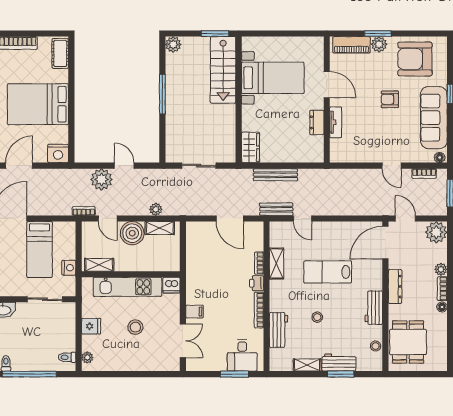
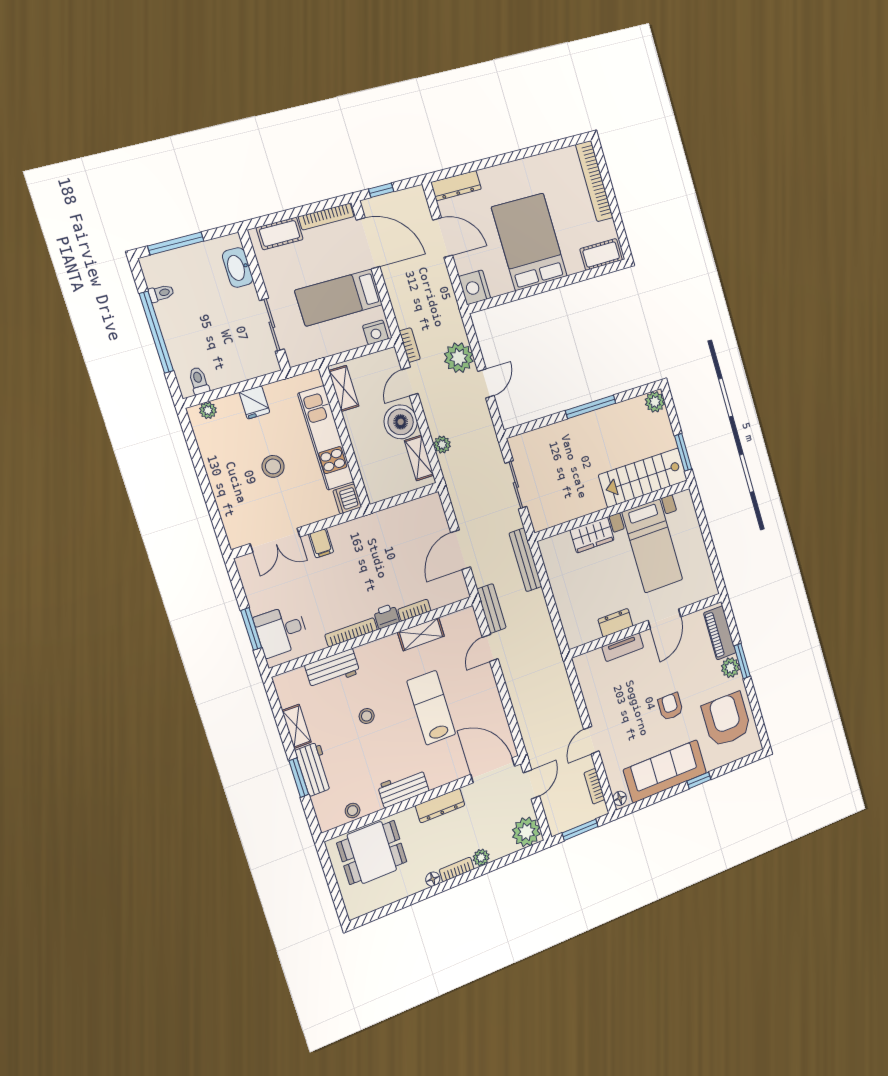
wardrobe: (250, 147) -> (592, 535), moved
bench: (275, 175) -> (525, 560), moved
nightstand: (69, 268) -> (375, 332), moved

